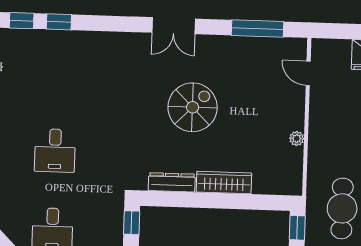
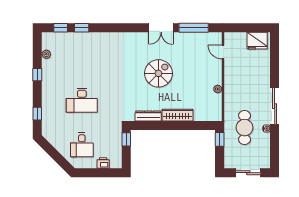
double door: (174, 26) -> (161, 28), moved
desk: (55, 150) -> (82, 100), width x1.37

